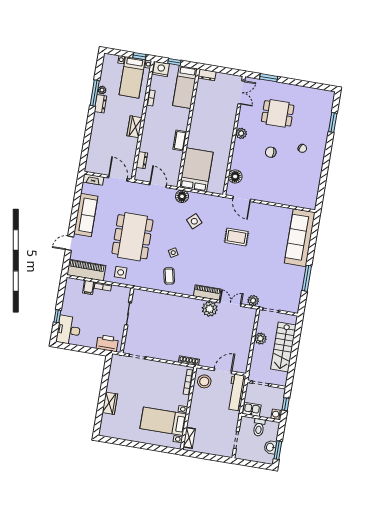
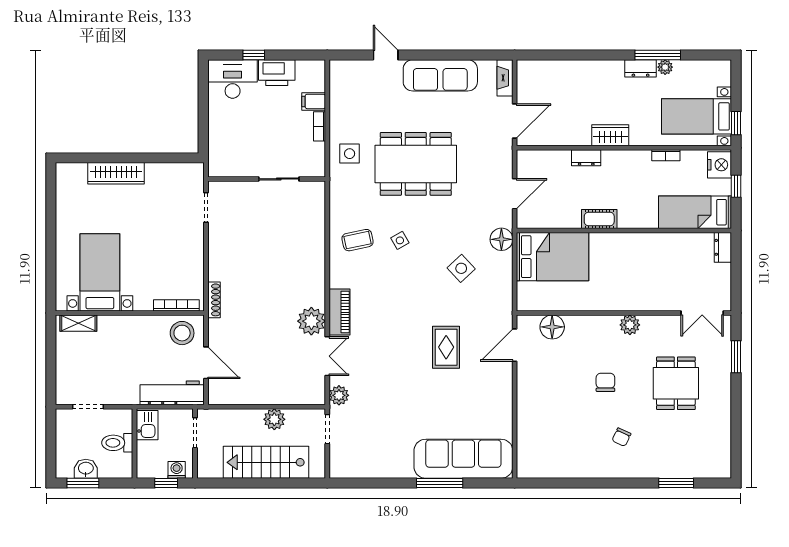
dresser: (142, 160) -> (586, 158), moved
piano: (86, 270) -> (343, 93), removed
window: (307, 278) -> (440, 483), moved
printer: (107, 343) -> (277, 73), moved, turned 90
wardrobe: (110, 403) -> (116, 173), width x1.50
washing machine: (276, 414) -> (177, 470), moved

